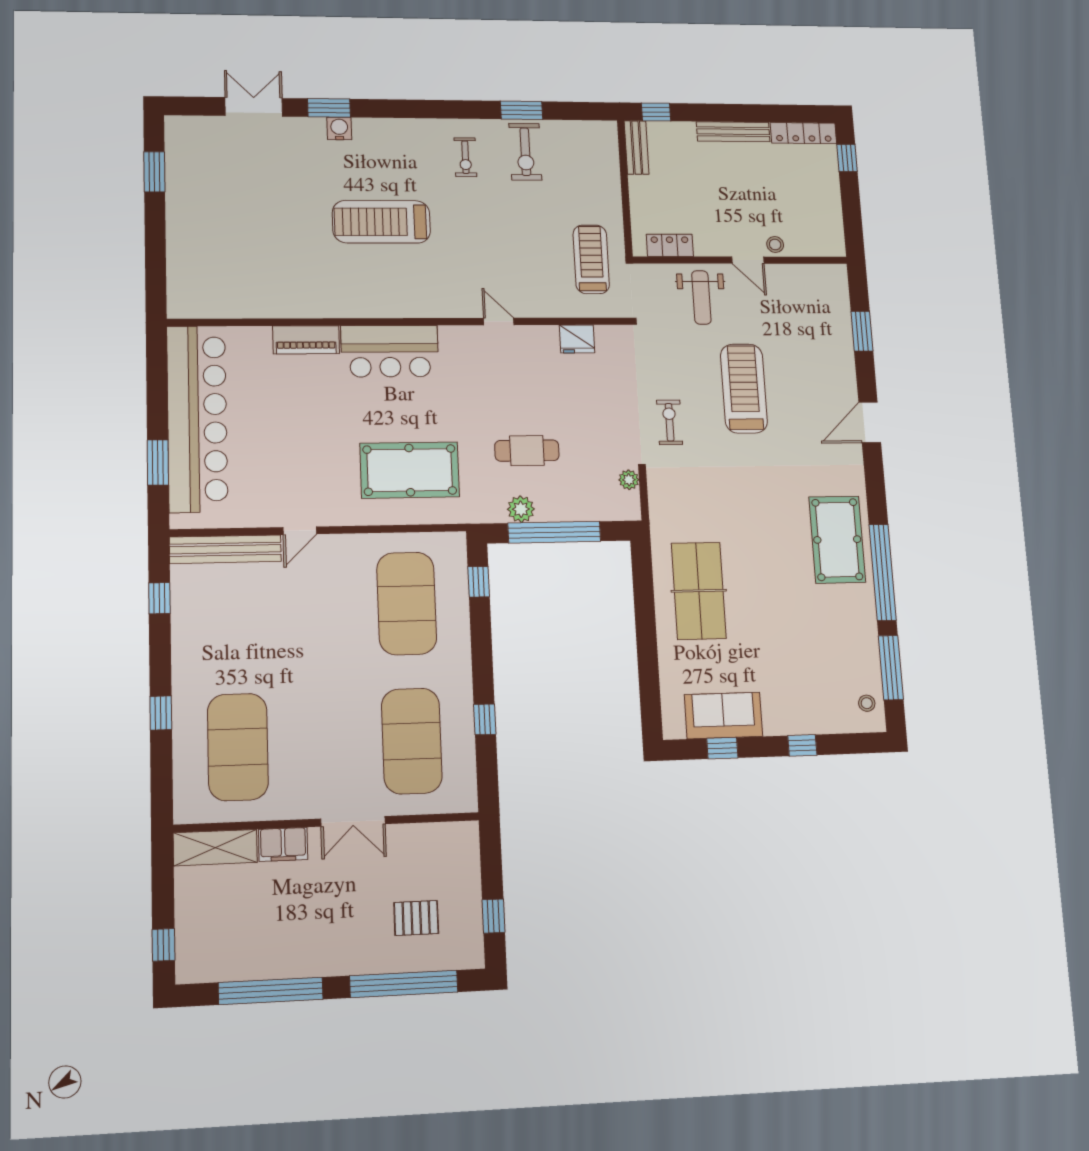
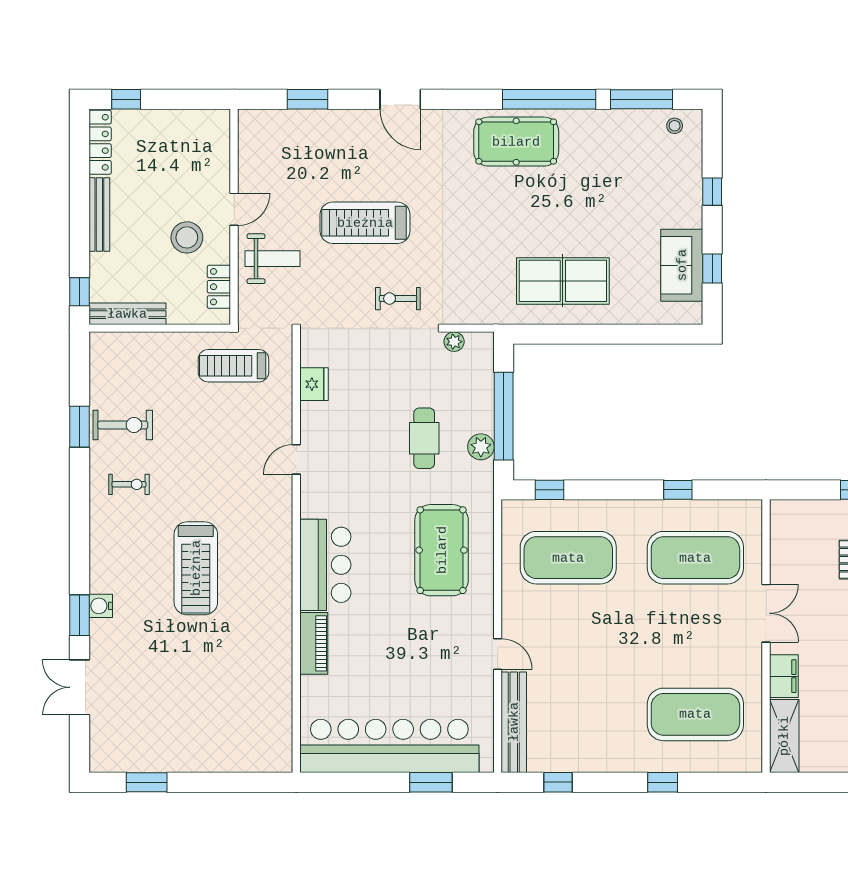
bench: (637, 148) -> (127, 314), width x1.36
stool: (775, 244) -> (187, 237), moved, width x1.89, depth x1.89

